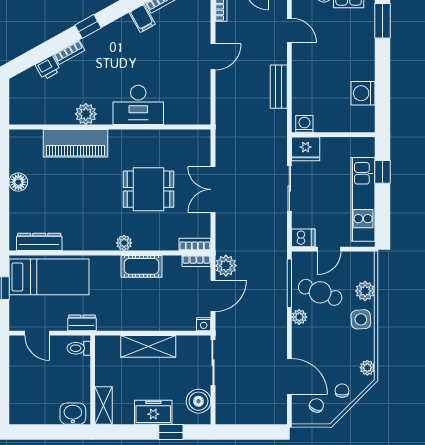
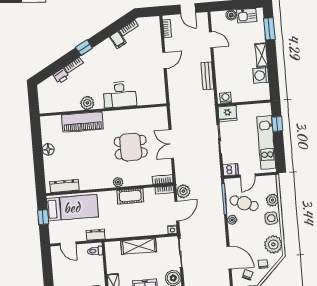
shelving: (366, 61) -> (261, 55), added
plant: (367, 368) -> (273, 245), width x1.88, depth x1.88

